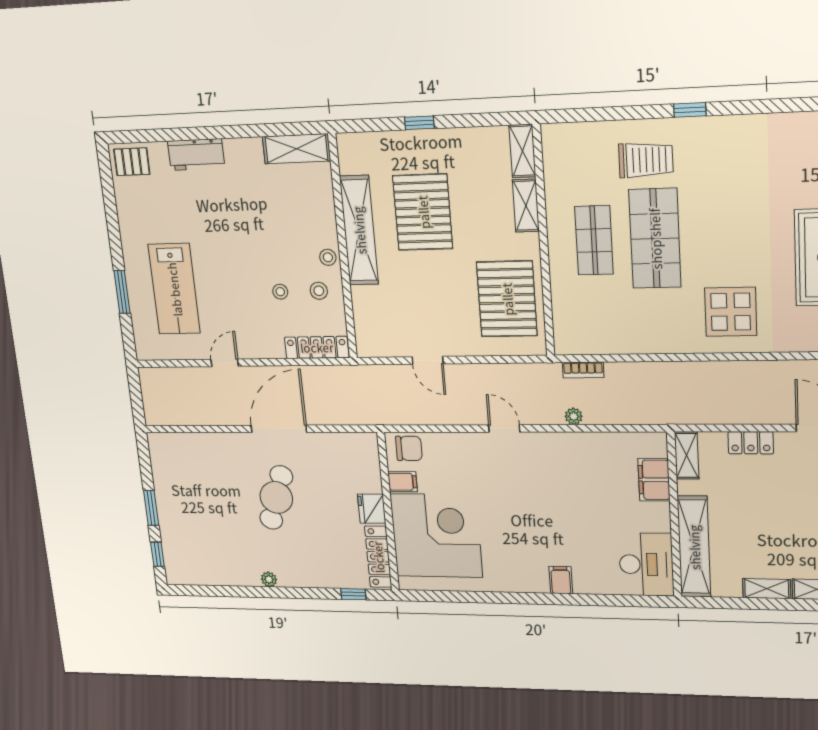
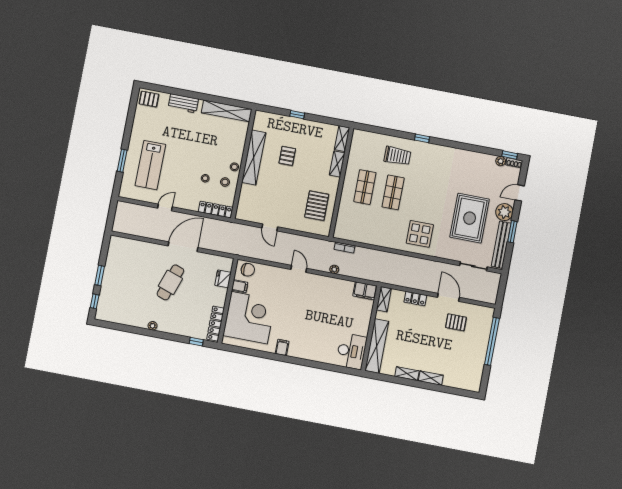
shelving: (297, 149) -> (227, 111), width x1.47
pallet: (423, 212) -> (287, 156), width x0.49, depth x0.50
shop shelf: (655, 239) -> (393, 192), width x0.70, depth x0.74
pallet: (507, 299) -> (317, 206), width x0.73, depth x0.71
filing cabinet: (654, 480) -> (365, 291), moved, turned -90
fridge: (372, 509) -> (223, 279), moved
filing cabinet: (561, 580) -> (282, 347), moved

